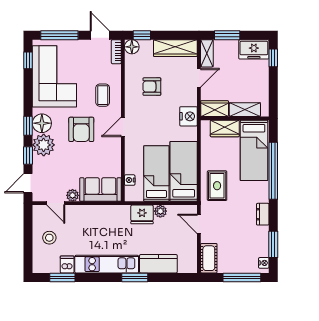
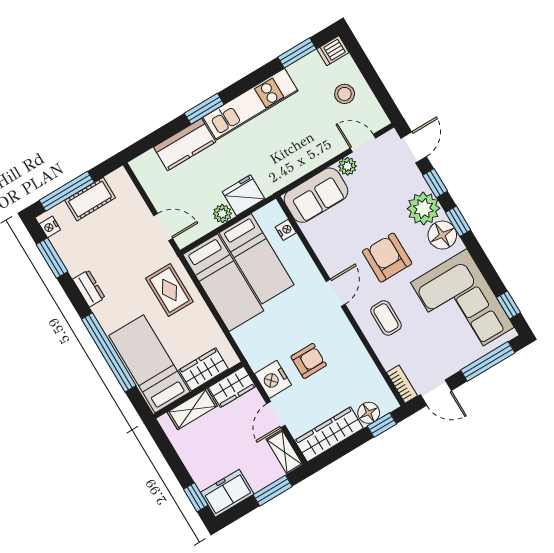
floor lamp: (132, 47) -> (369, 413), moved
armchair: (152, 87) -> (309, 361), moved
nightstand: (188, 116) -> (273, 379), moved
cot: (209, 258) -> (90, 199), moved, turned 90
dishwasher: (67, 264) -> (333, 51), moved, turned 90

